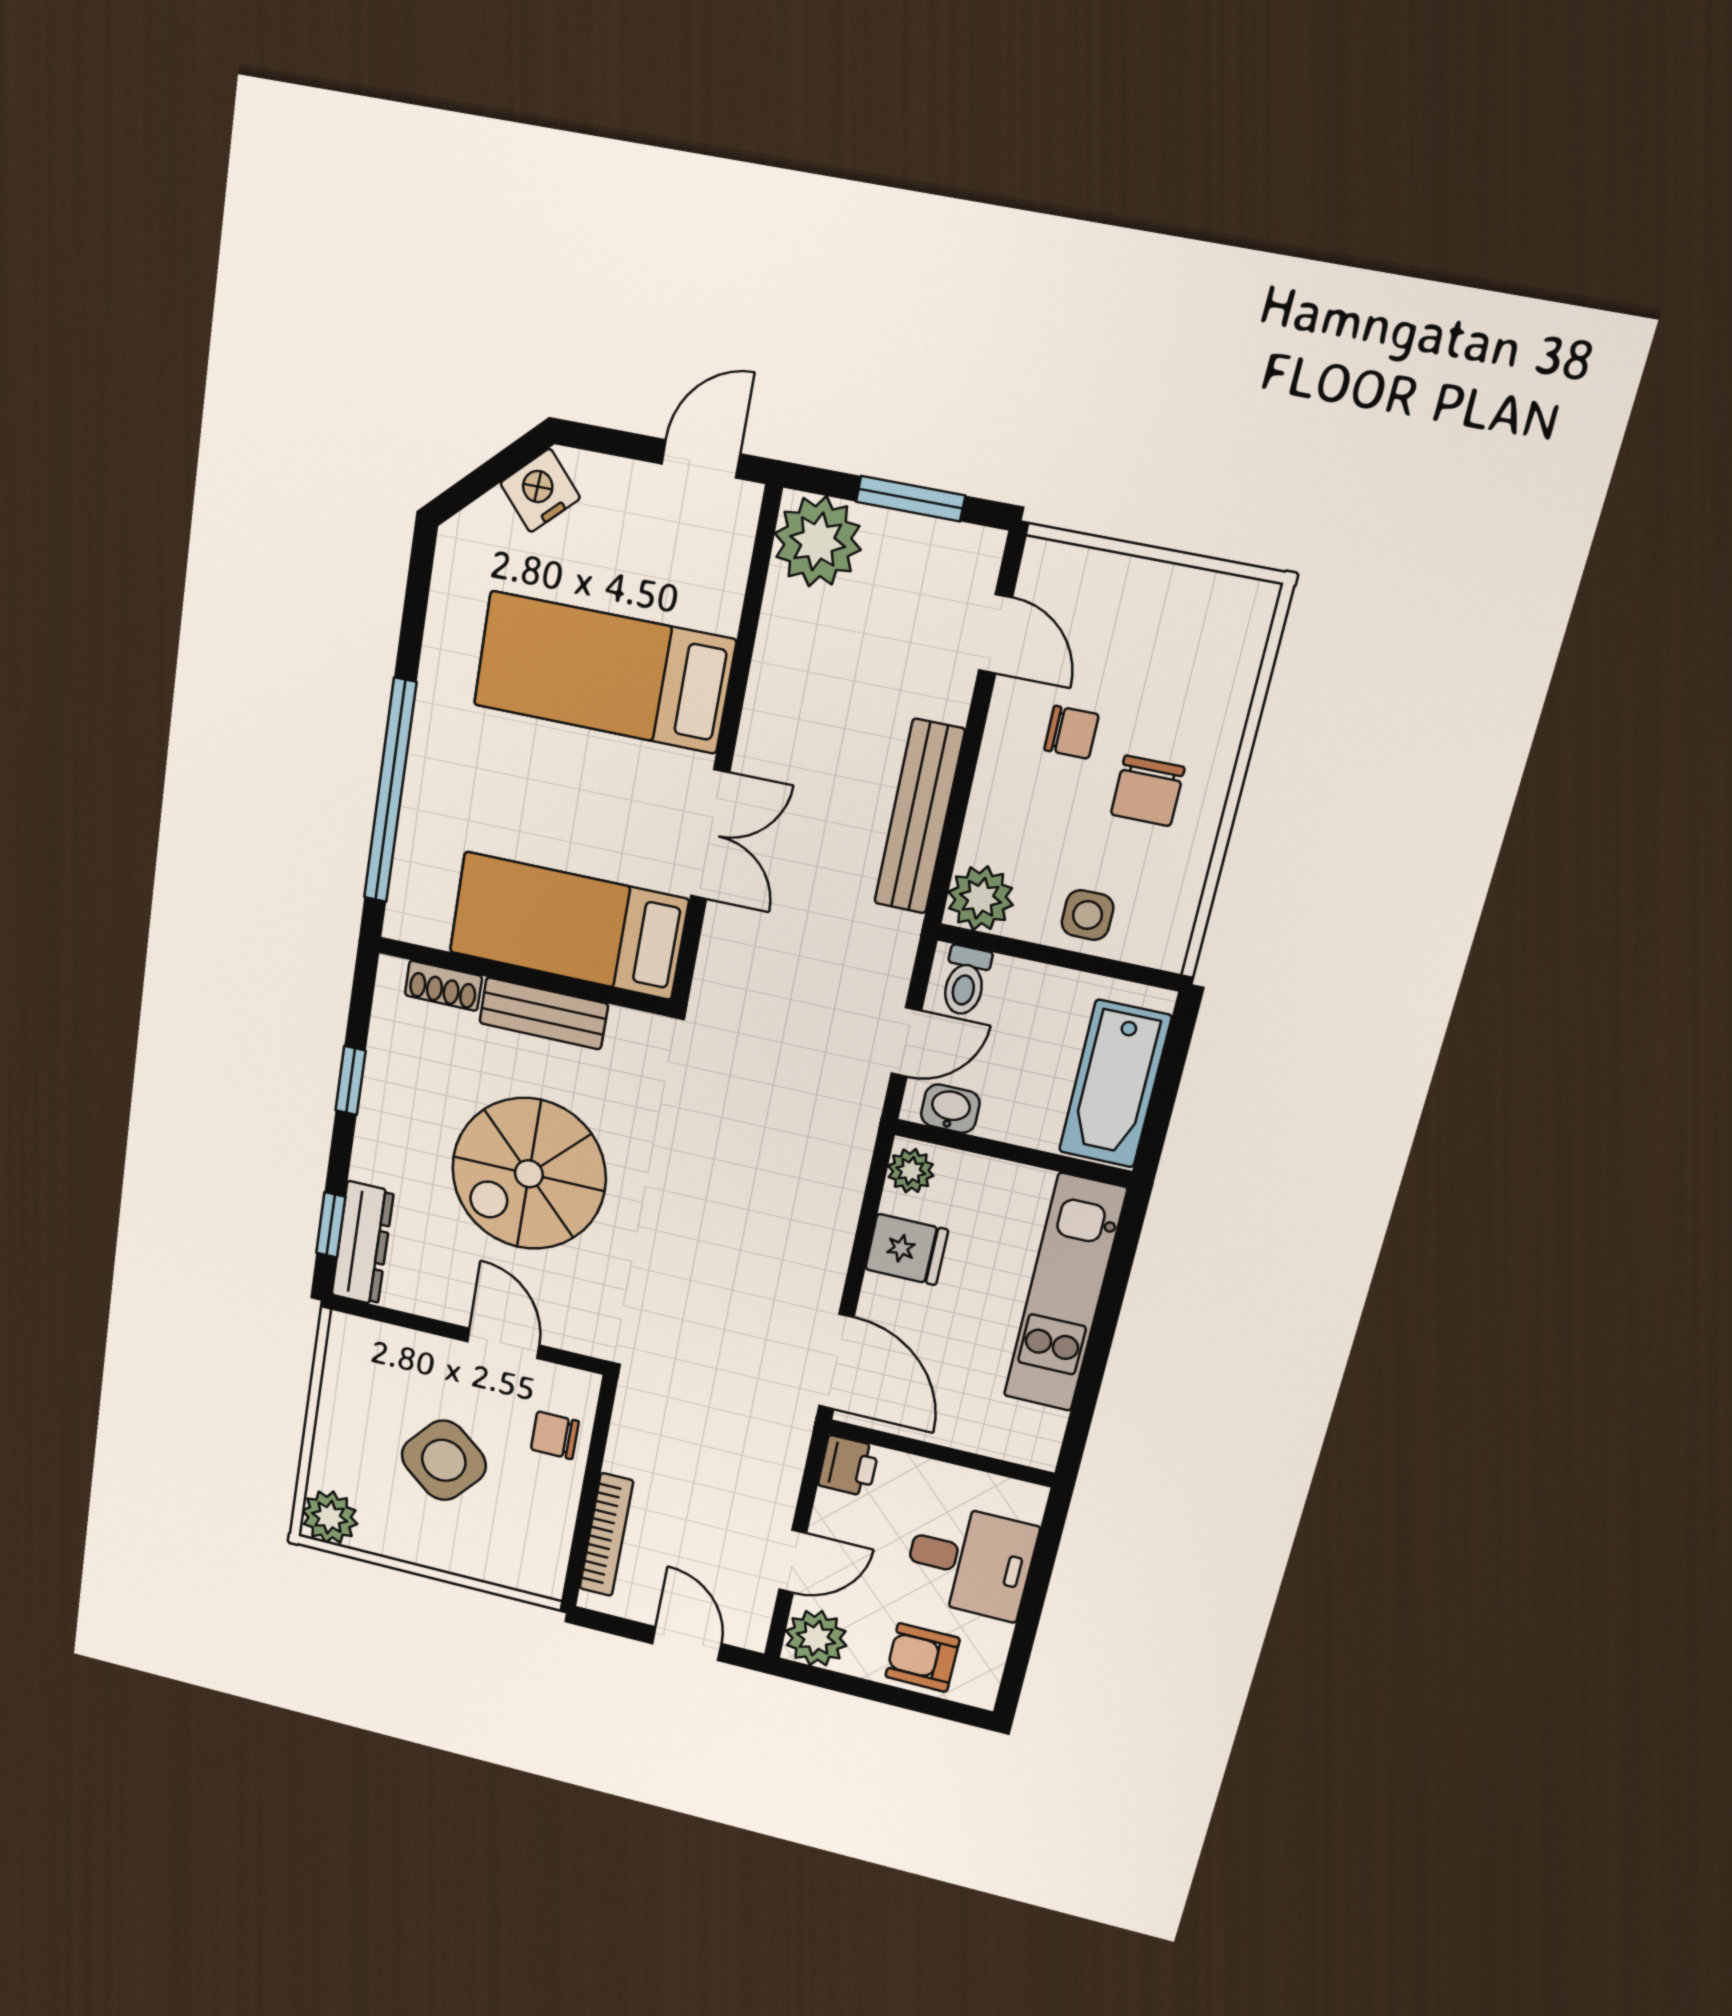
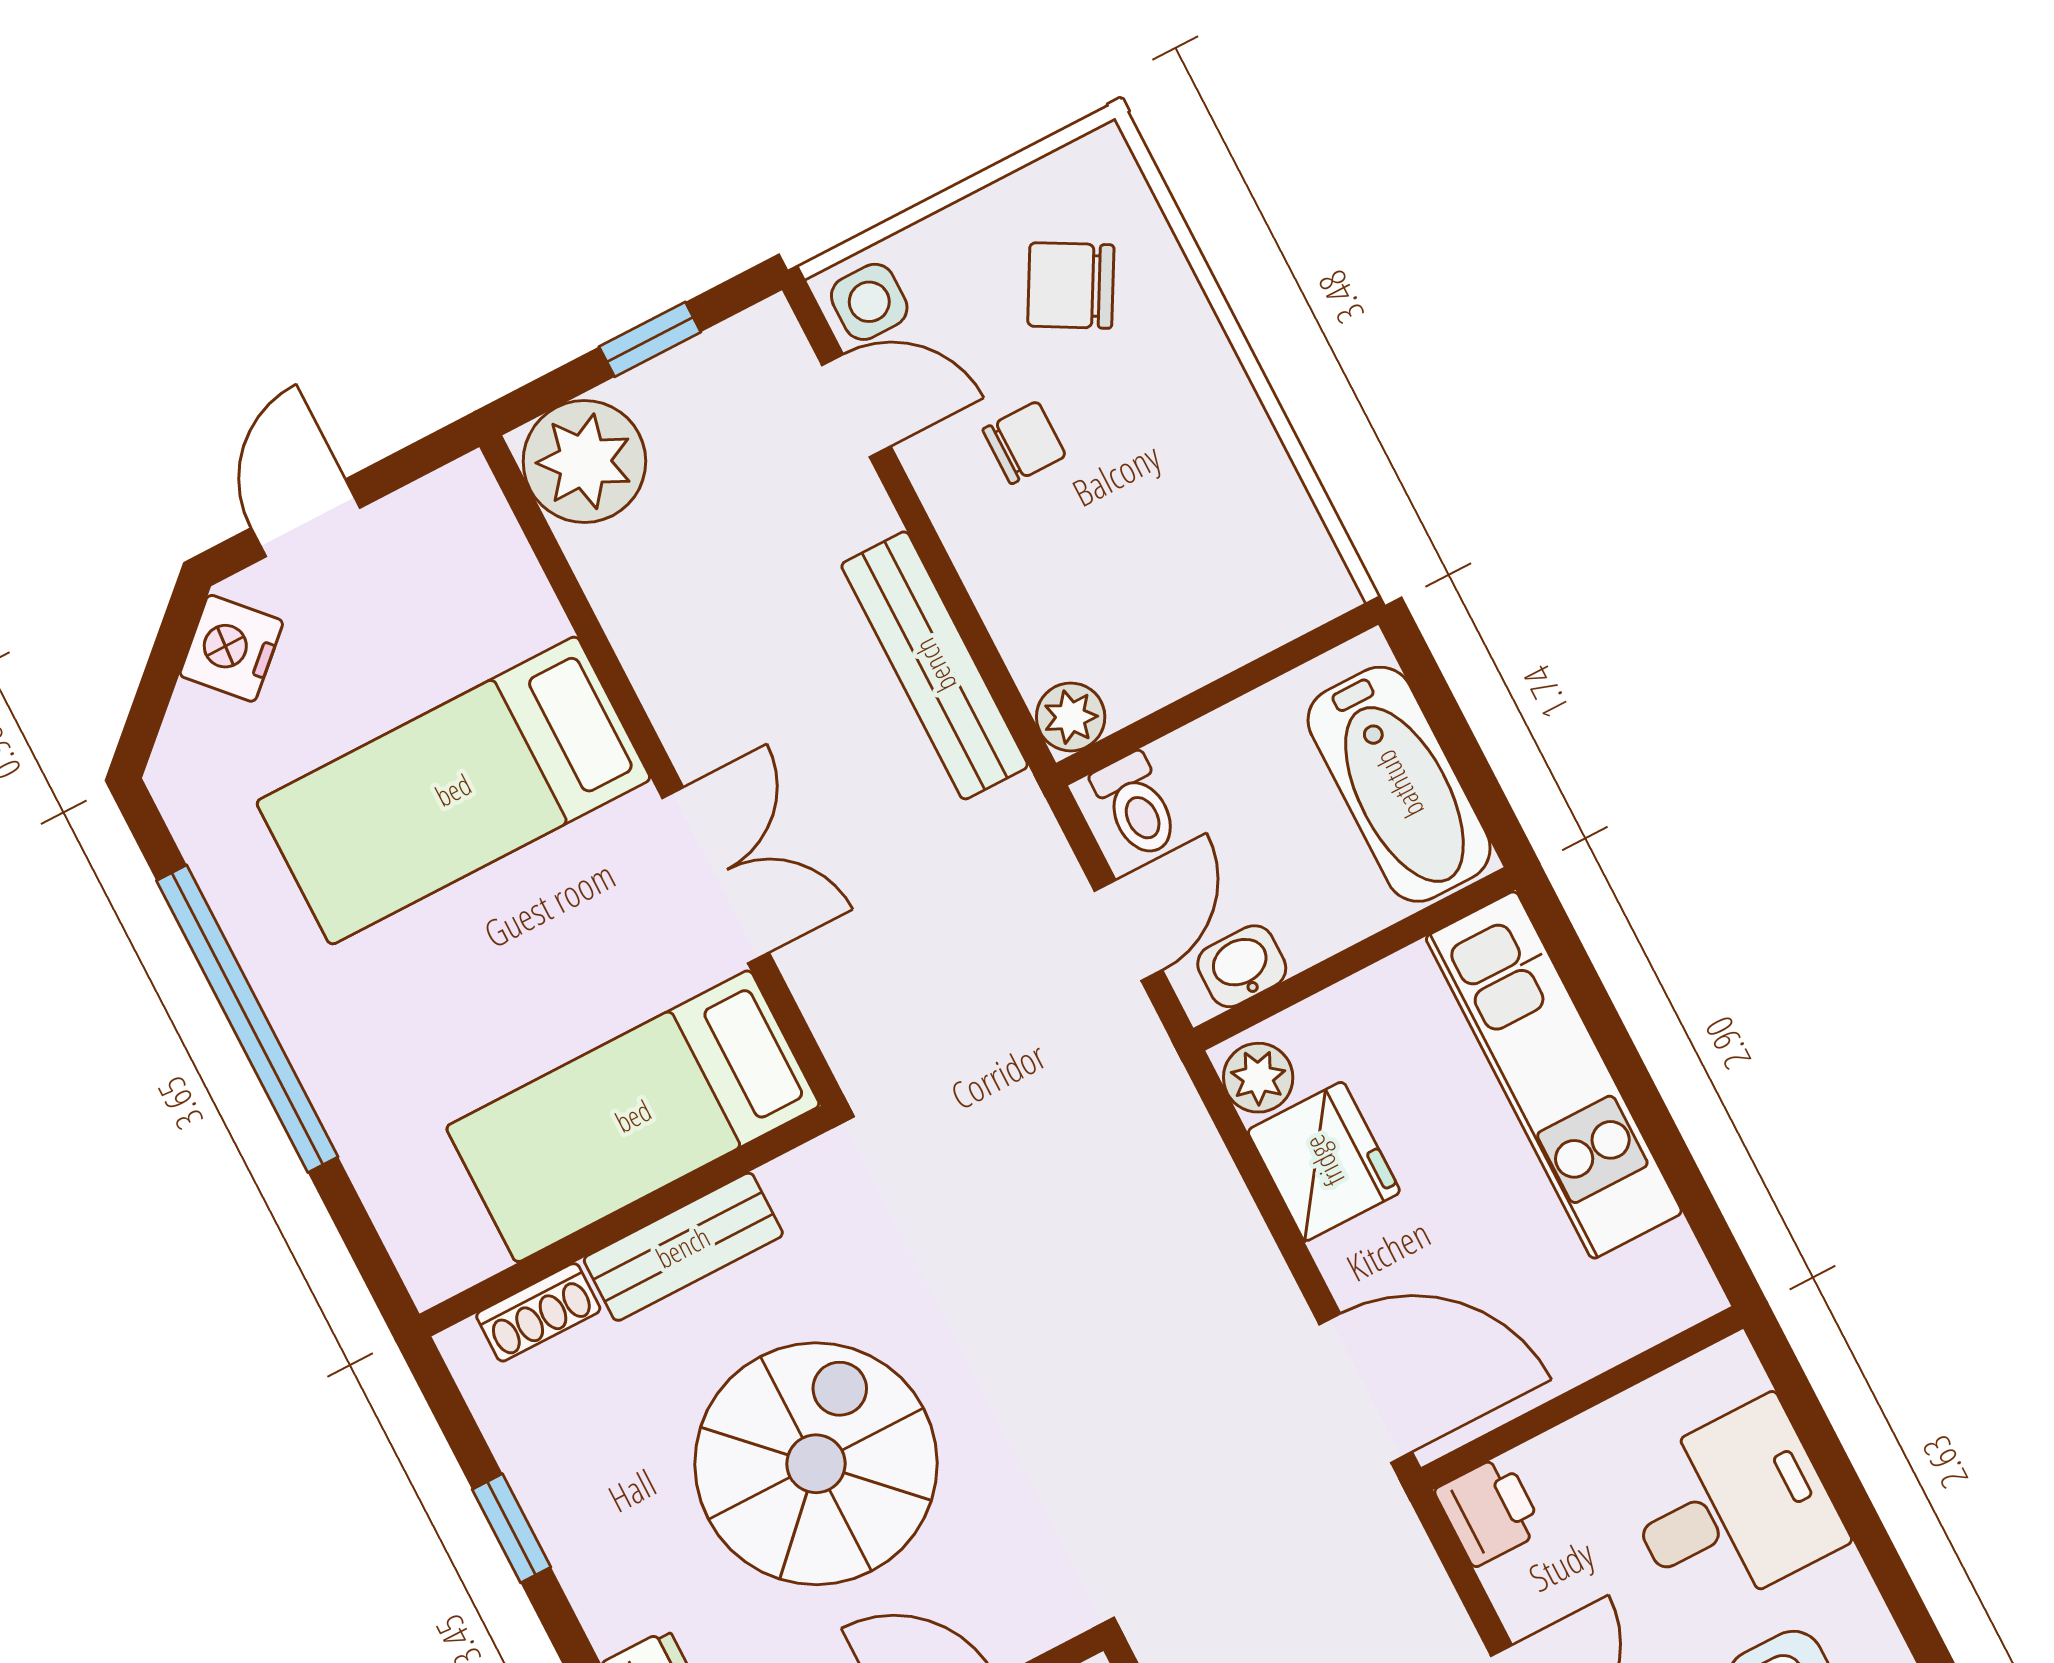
door: (701, 459) -> (306, 518), moved
window: (910, 499) -> (650, 339), width x0.67
window: (390, 791) -> (247, 1019), moved
chair: (1148, 791) -> (1071, 285), moved, turned 119
plant: (981, 898) -> (1071, 717), width x0.73, depth x0.73
side table: (1087, 915) -> (869, 302), moved
spiral stairs: (529, 1174) -> (816, 1464), turned 180
fridge: (907, 1250) -> (1324, 1161), width x1.38

